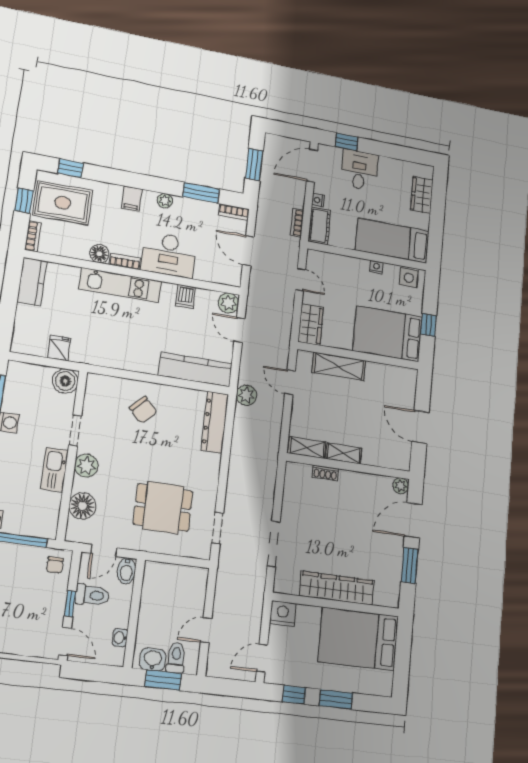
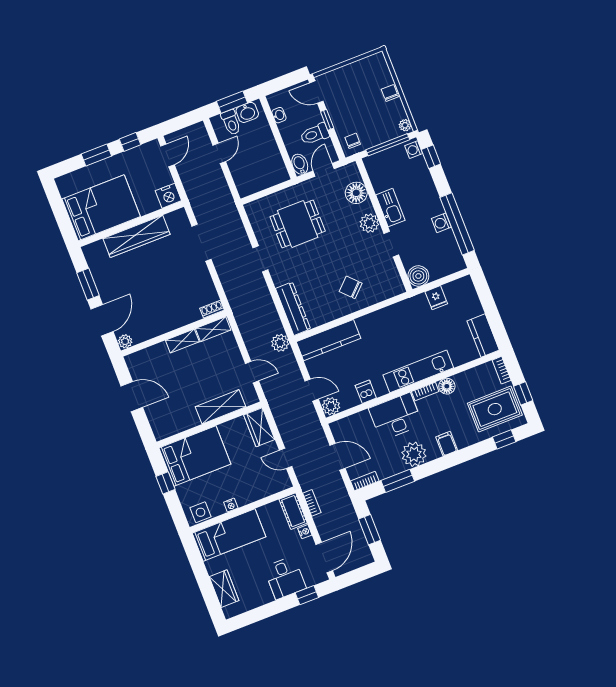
plant: (165, 201) -> (414, 454), width x1.87, depth x1.87
shoe rack: (325, 473) -> (212, 309), moved
doorway: (217, 528) -> (260, 259), moved

